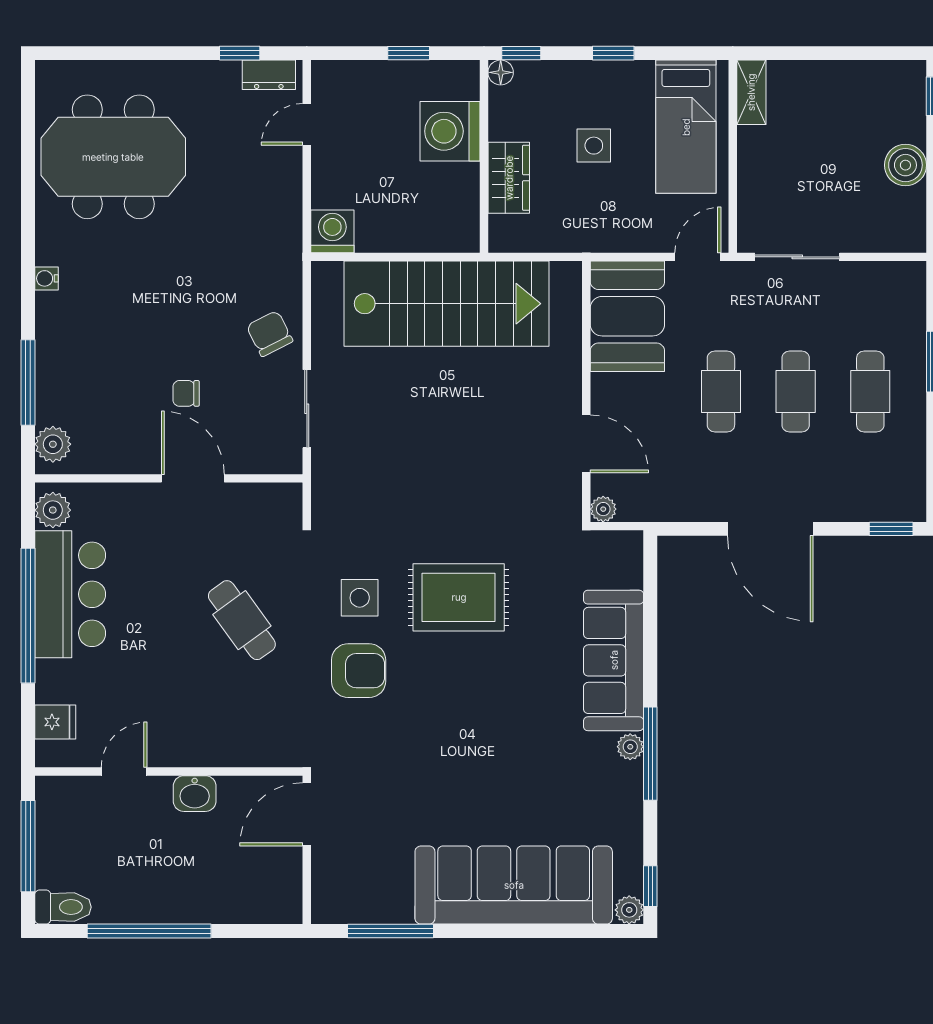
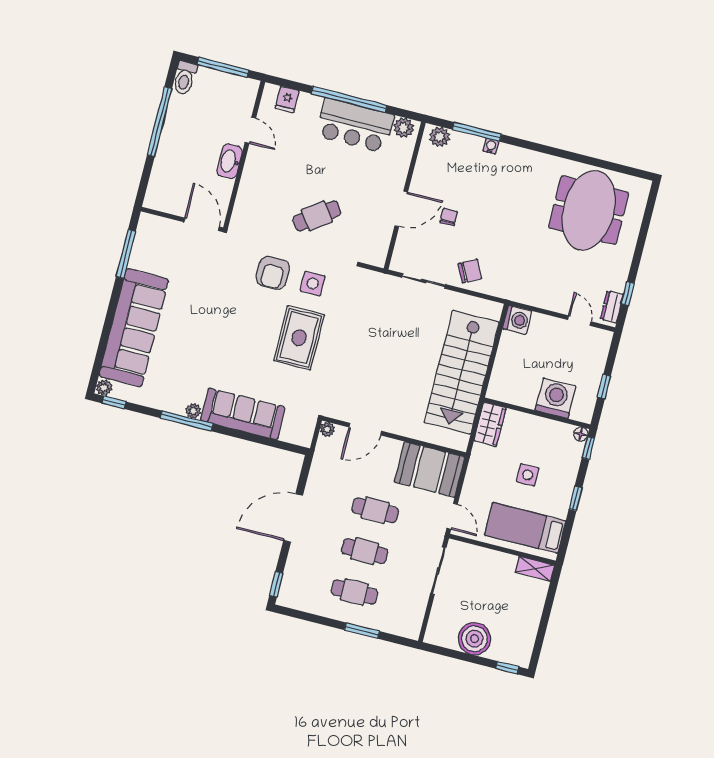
boiler: (905, 165) -> (474, 639), width x1.37, depth x1.37
wardrobe: (509, 178) -> (490, 424), moved, turned -90
water cooler: (46, 278) -> (491, 146), moved
washbasin: (195, 794) -> (230, 161), width x1.38

